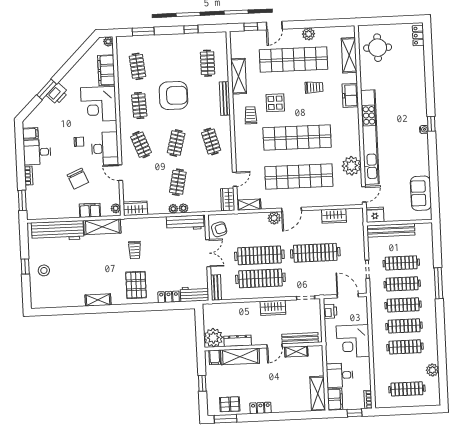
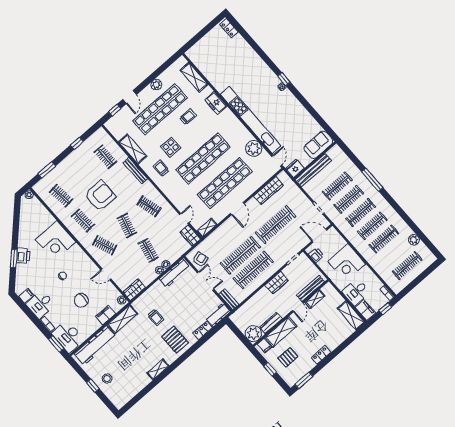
round table: (378, 48) -> (209, 57), removed
filing cabinet: (106, 70) -> (43, 215), removed
desk: (105, 149) -> (68, 336), moved, turned 180
chair: (78, 179) -> (81, 300), turned 113
sofa: (421, 193) -> (318, 145), moved, turned 90
wardrobe: (334, 216) -> (268, 191), width x1.50
plant: (274, 218) -> (230, 223), removed
pallet: (230, 404) -> (288, 357), moved

